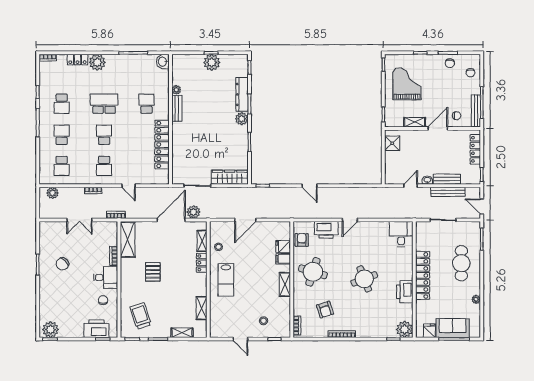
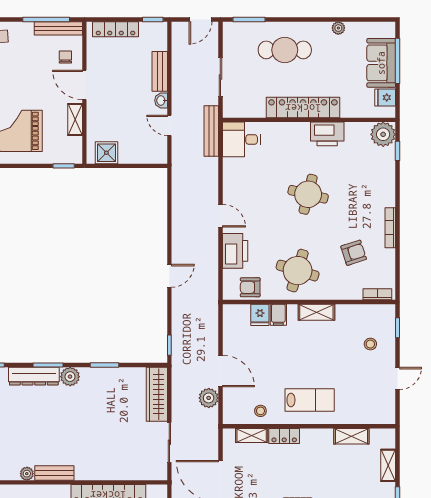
bench: (448, 192) -> (211, 131), moved
plant: (193, 212) -> (209, 398), moved
round table: (364, 279) -> (308, 194), turned 35

